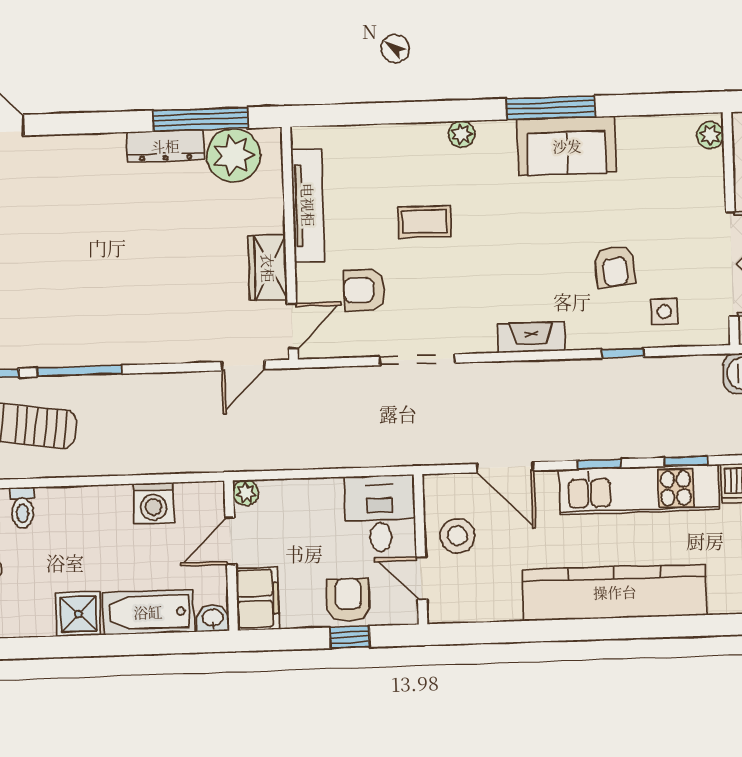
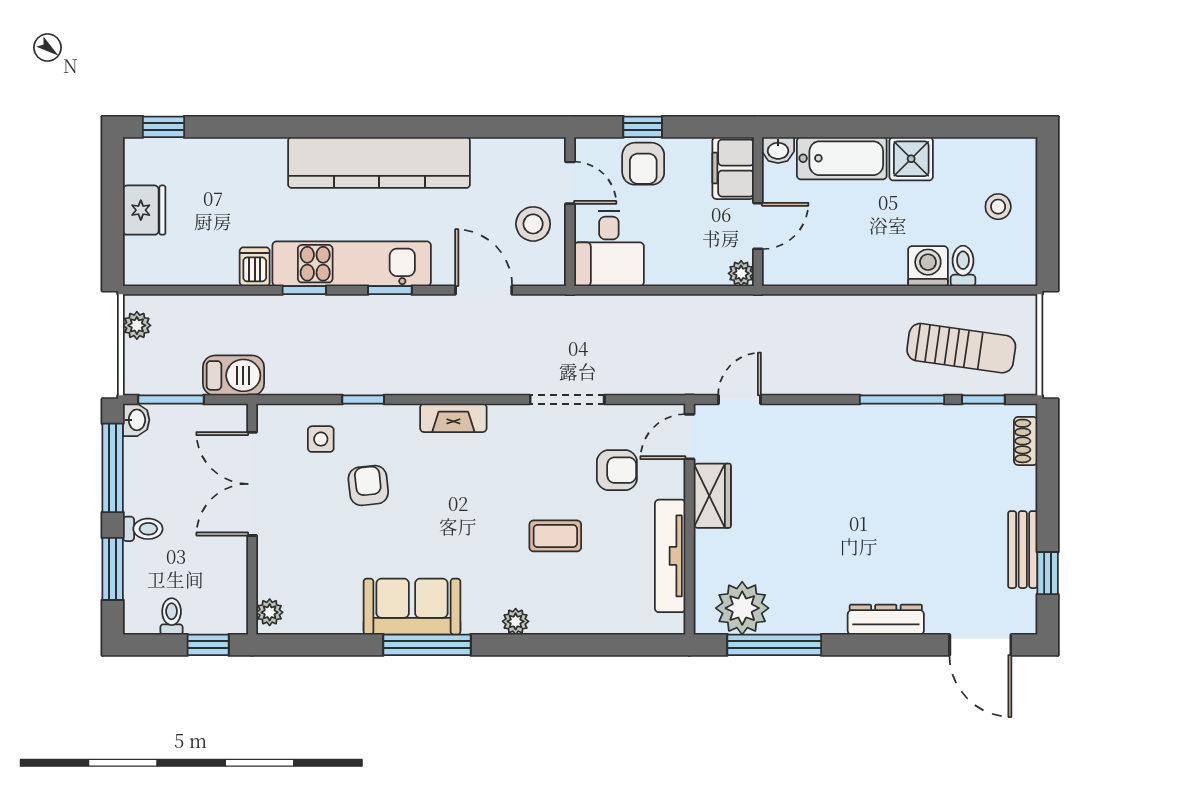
dresser: (165, 146) -> (886, 620), moved
washing machine: (153, 503) -> (928, 266), moved

